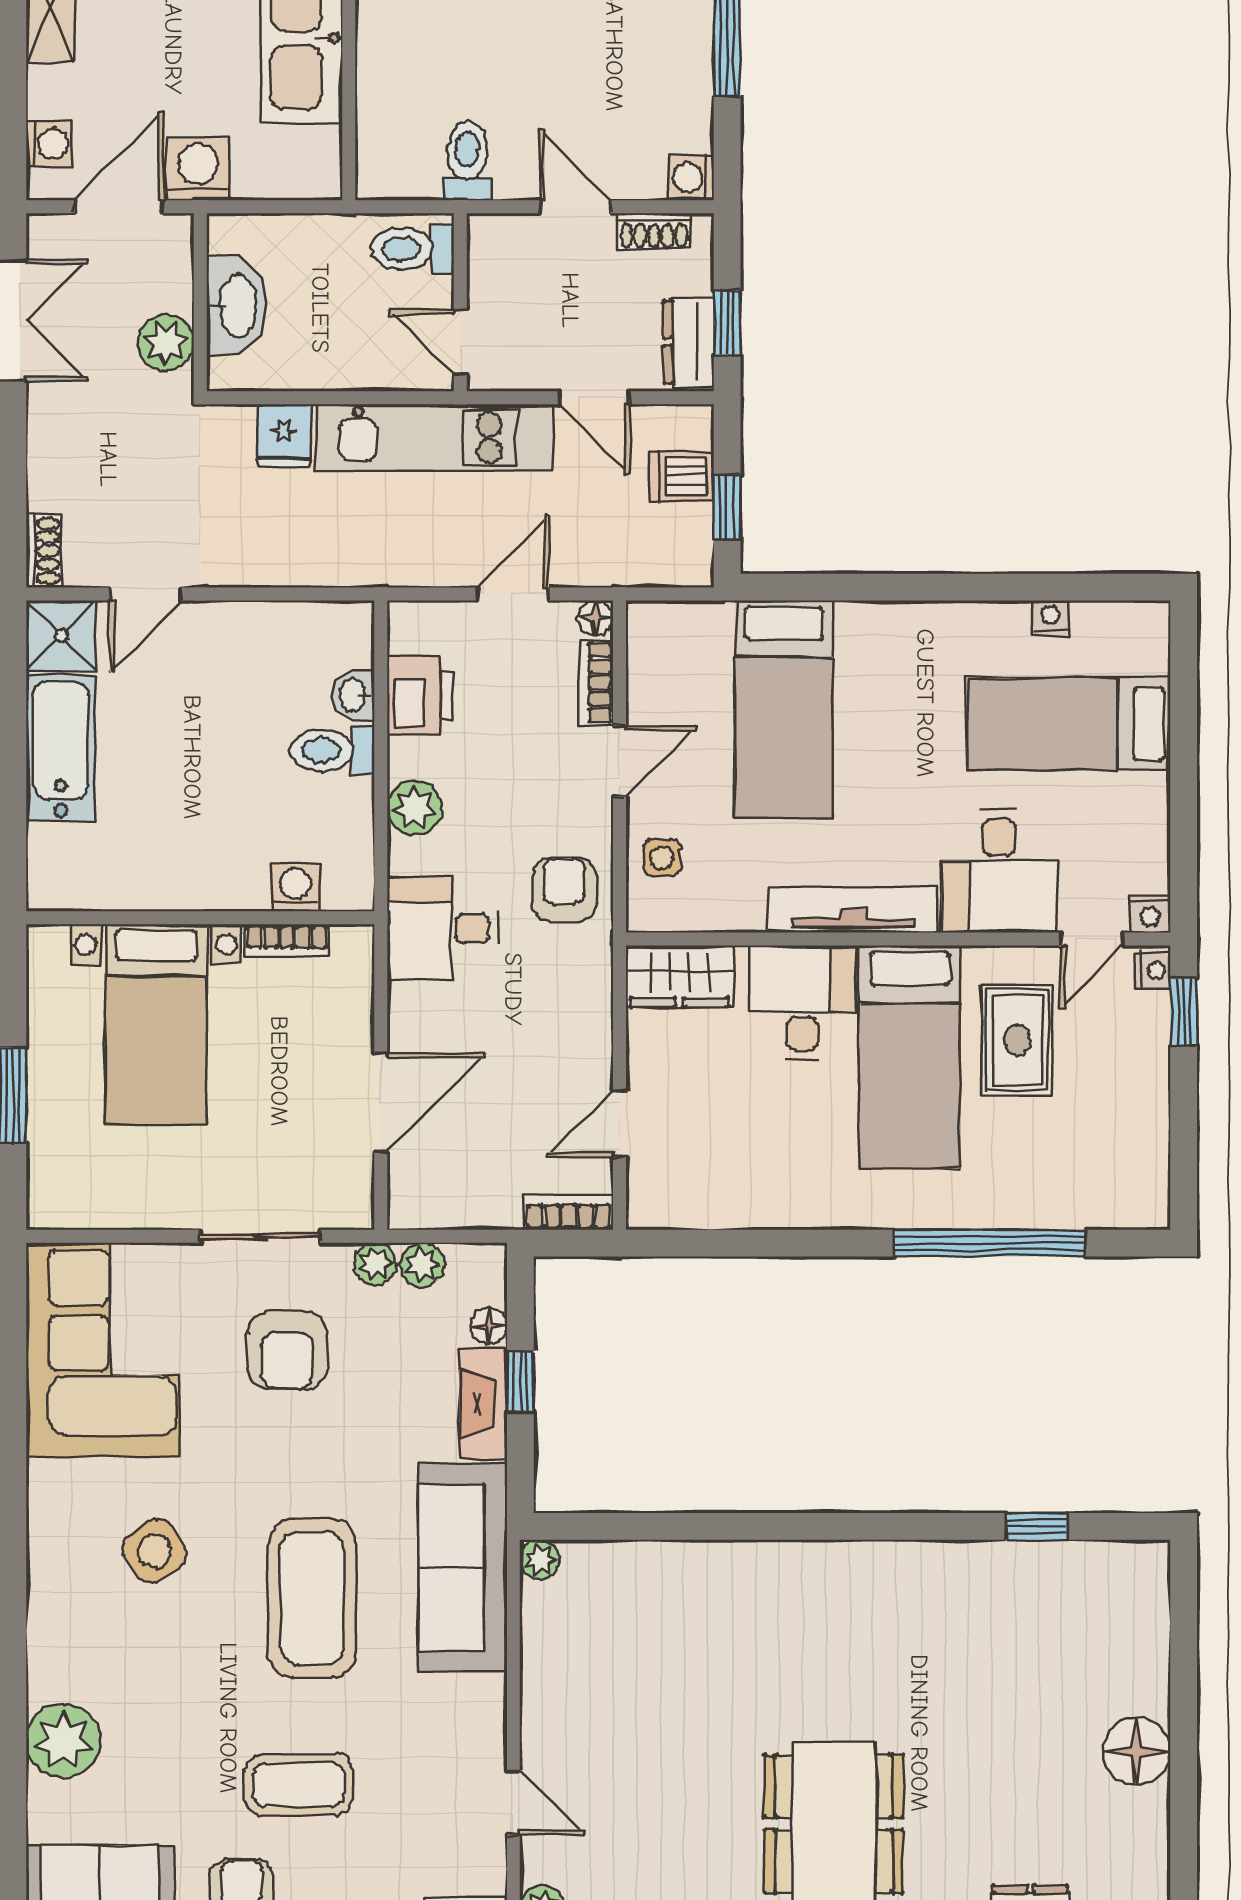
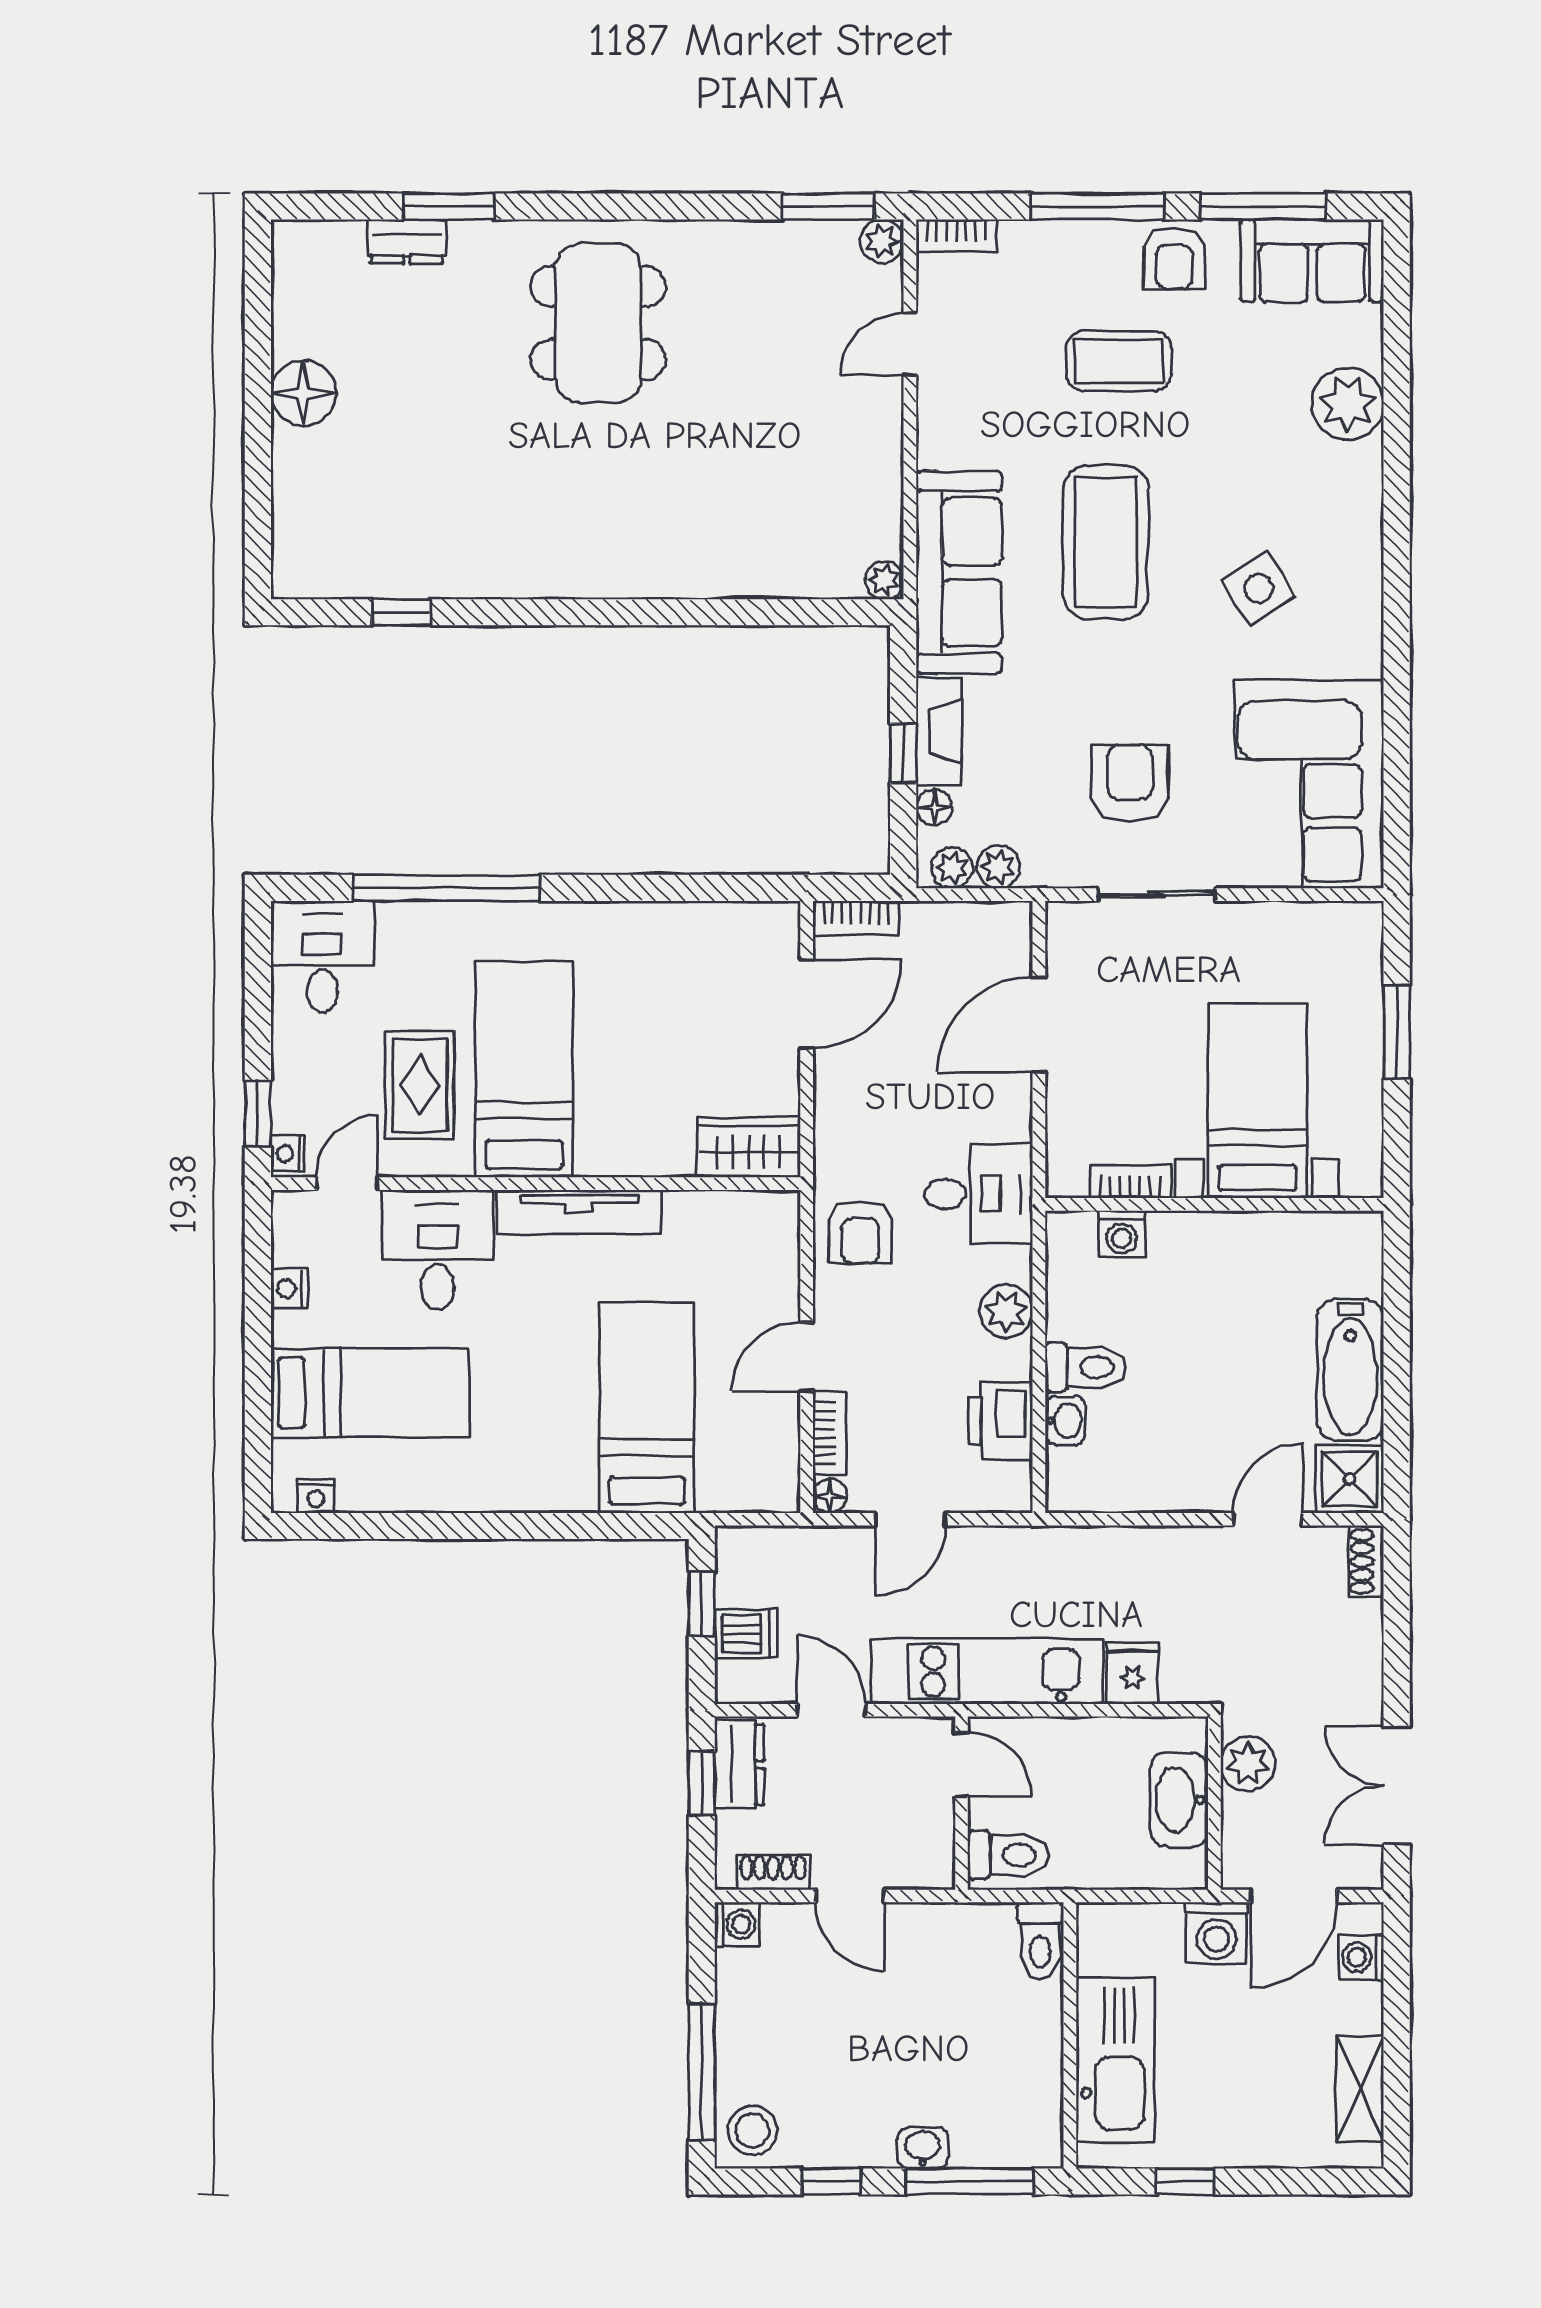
toilet: (467, 161) -> (1040, 1941), moved
nightstand: (1051, 618) -> (316, 1496), moved
side table: (662, 858) -> (765, 1263), removed
nightstand: (1150, 914) -> (289, 1289), moved, turned -90
desk: (802, 1003) -> (323, 957), moved, turned 180
door: (620, 1124) -> (807, 1004), width x1.38
plant: (375, 1264) -> (952, 868), moved
door: (513, 1802) -> (910, 344), hinge flipped

